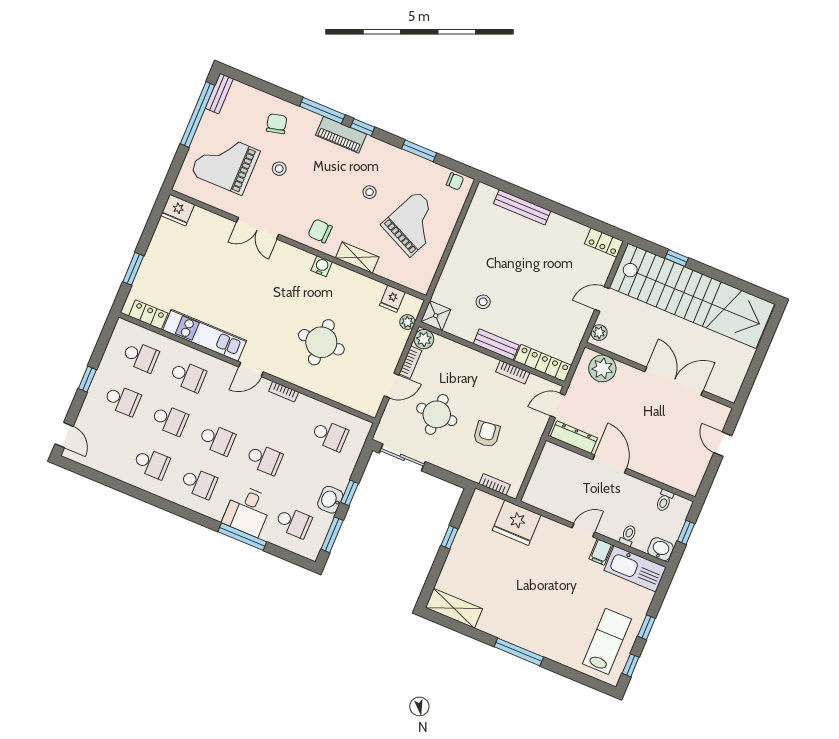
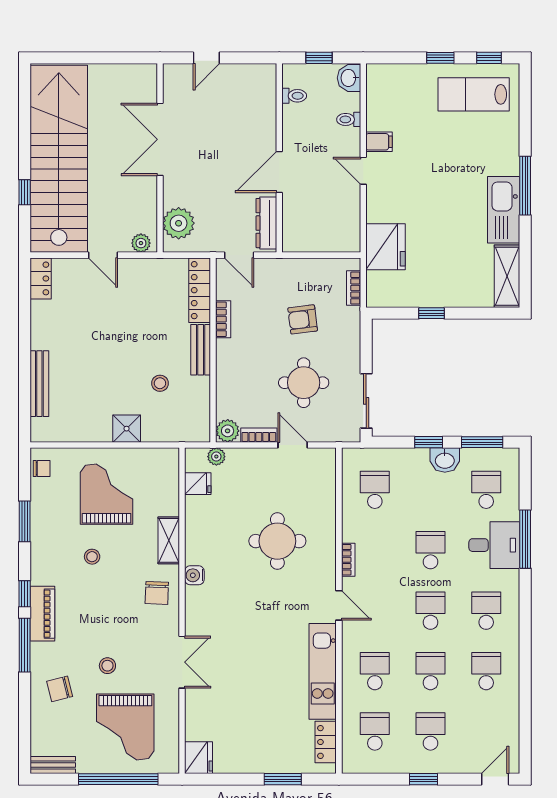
window: (198, 114) -> (118, 779), moved
chair: (455, 181) -> (42, 468), turned 90
grand piano: (414, 224) -> (107, 494), turned 65
shower: (436, 316) -> (127, 429), moved
kitchen sink: (635, 569) -> (504, 210), moved, turned 180

